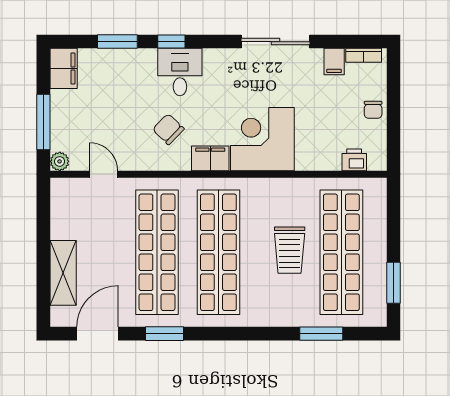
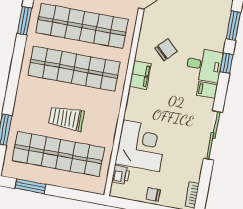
filing cabinet: (334, 62) -> (207, 90), moved
corner desk: (262, 139) -> (141, 146), moved

